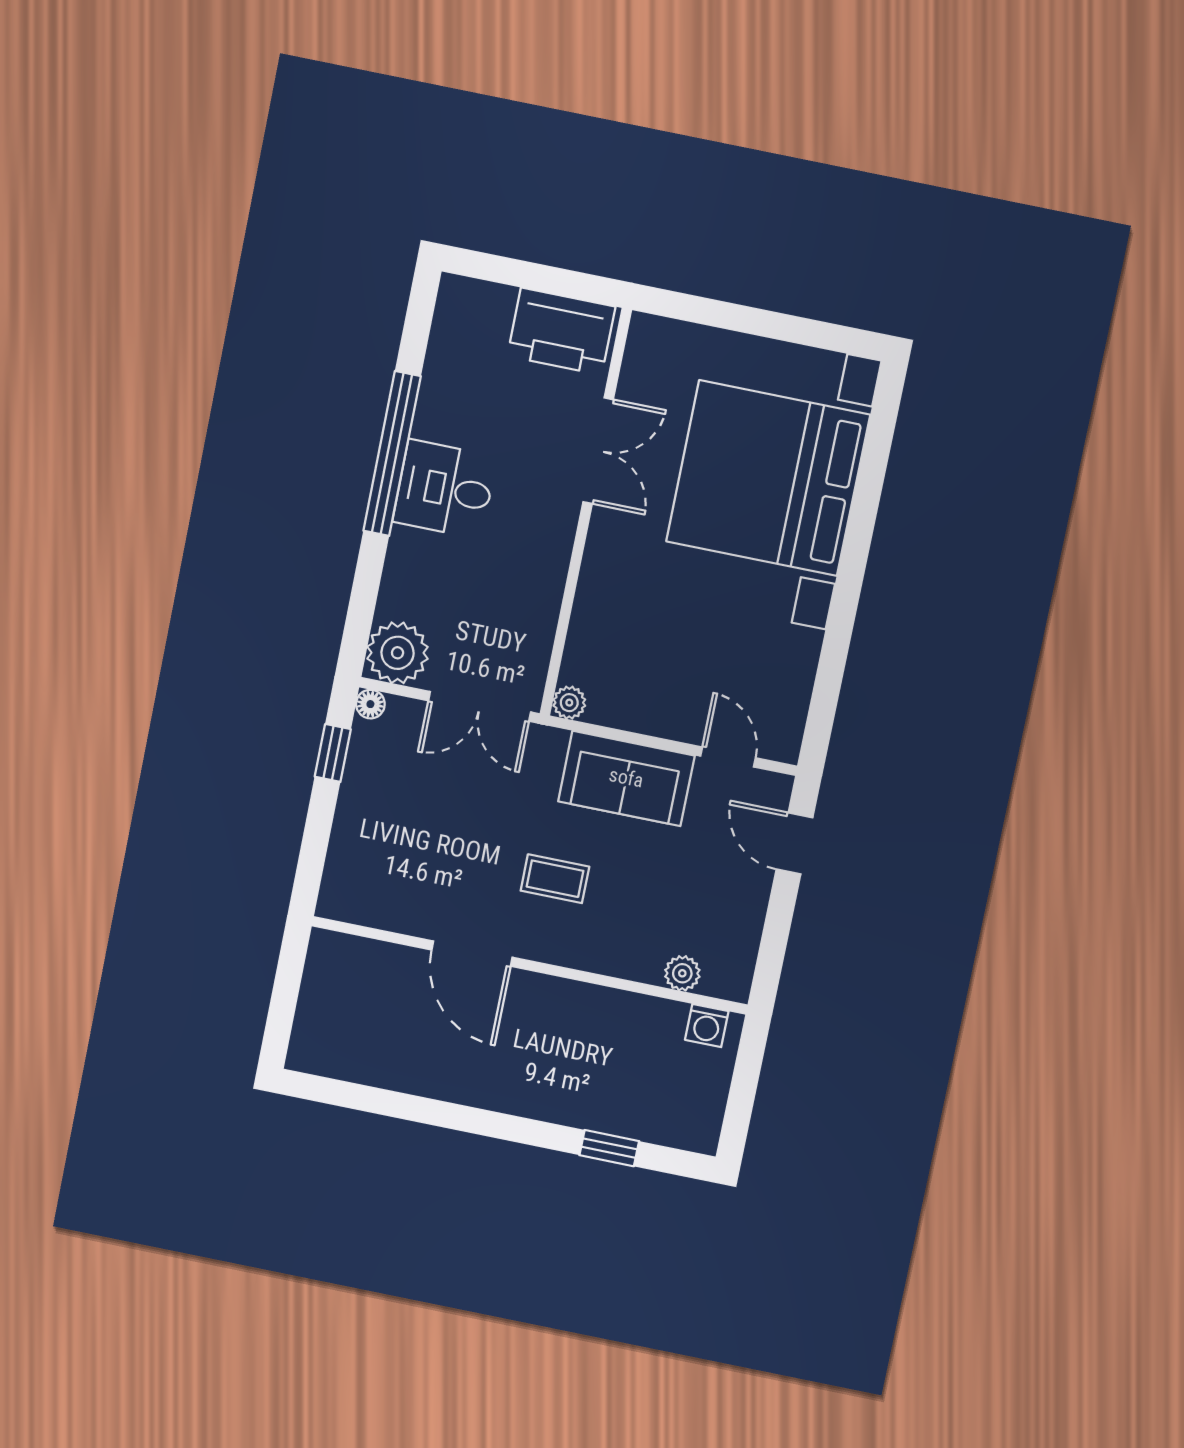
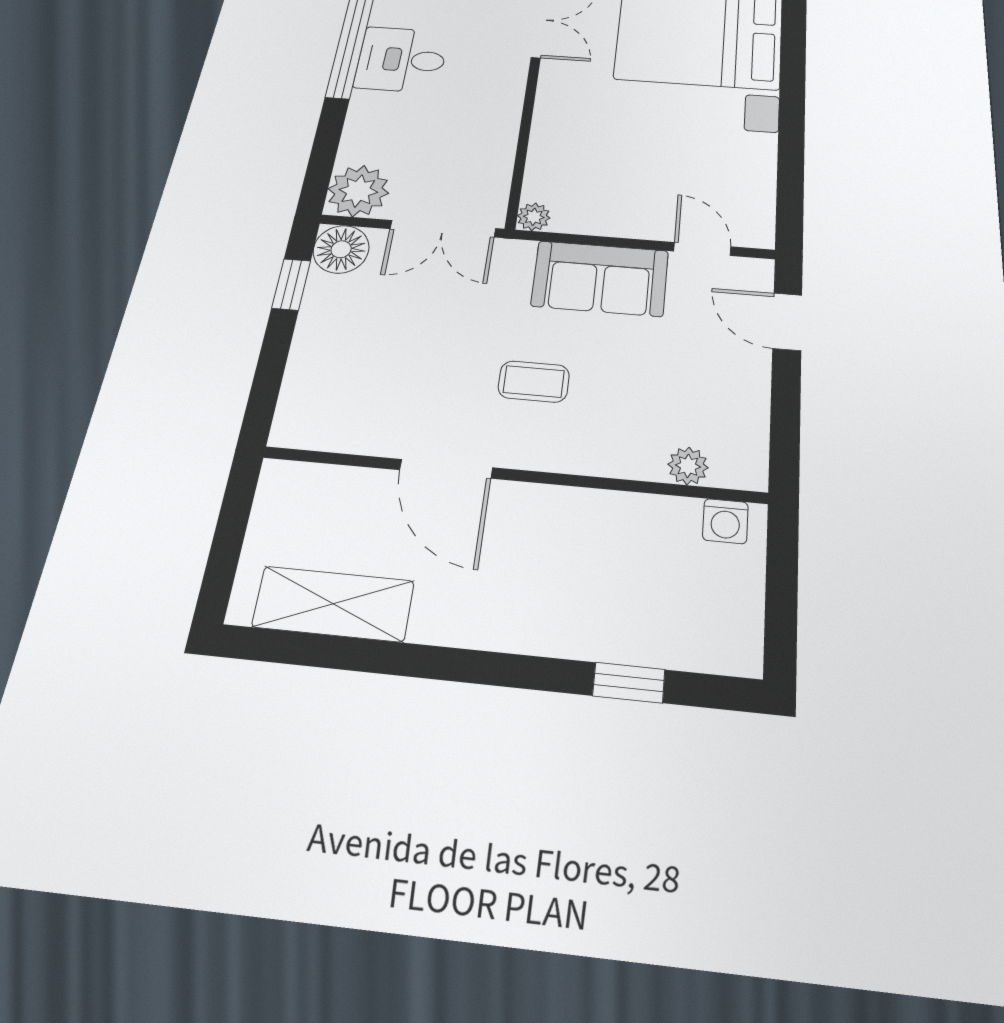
floor lamp: (370, 704) -> (341, 249), width x1.89, depth x1.89
shelving: (374, 1061) -> (333, 604), added

